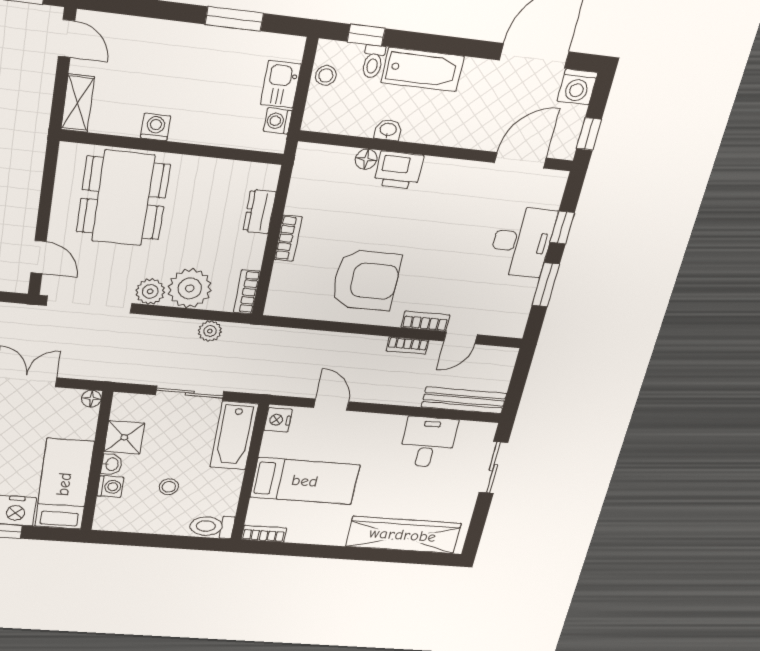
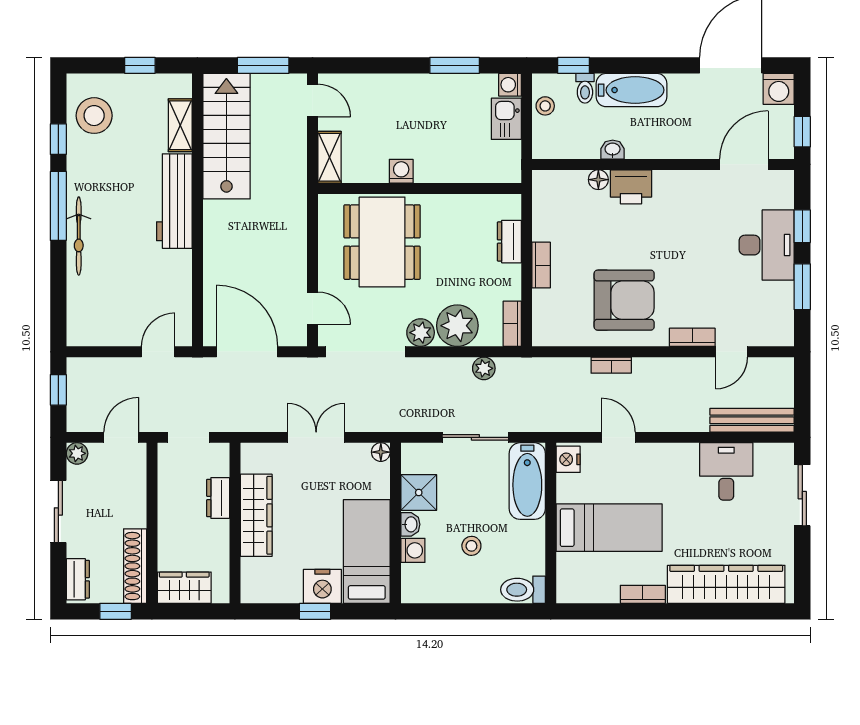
washing machine: (278, 121) -> (510, 85), moved
bookcase: (408, 346) -> (611, 365), moved
bookcase: (264, 534) -> (643, 594), moved

